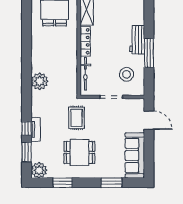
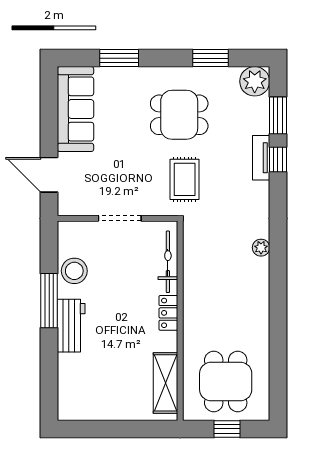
locker: (85, 41) -> (168, 313), width x0.66
stool: (127, 74) -> (74, 271), moved
plant: (40, 81) -> (261, 248), width x0.53, depth x0.53

